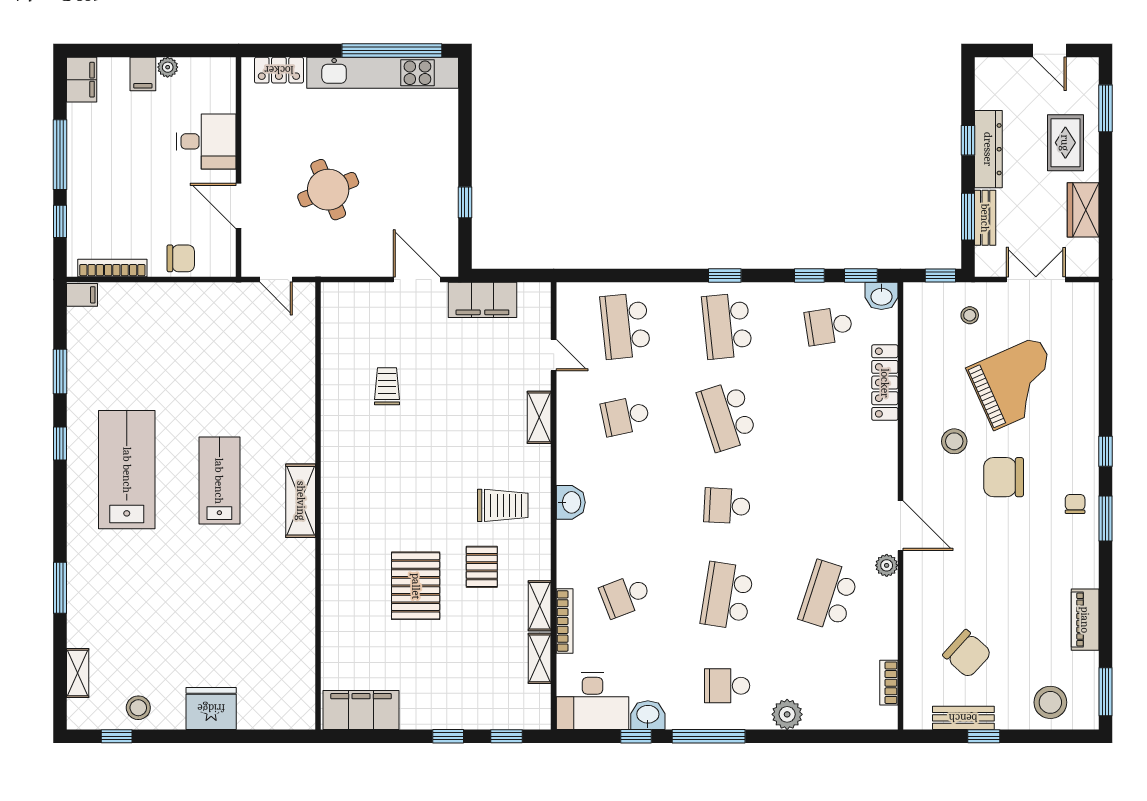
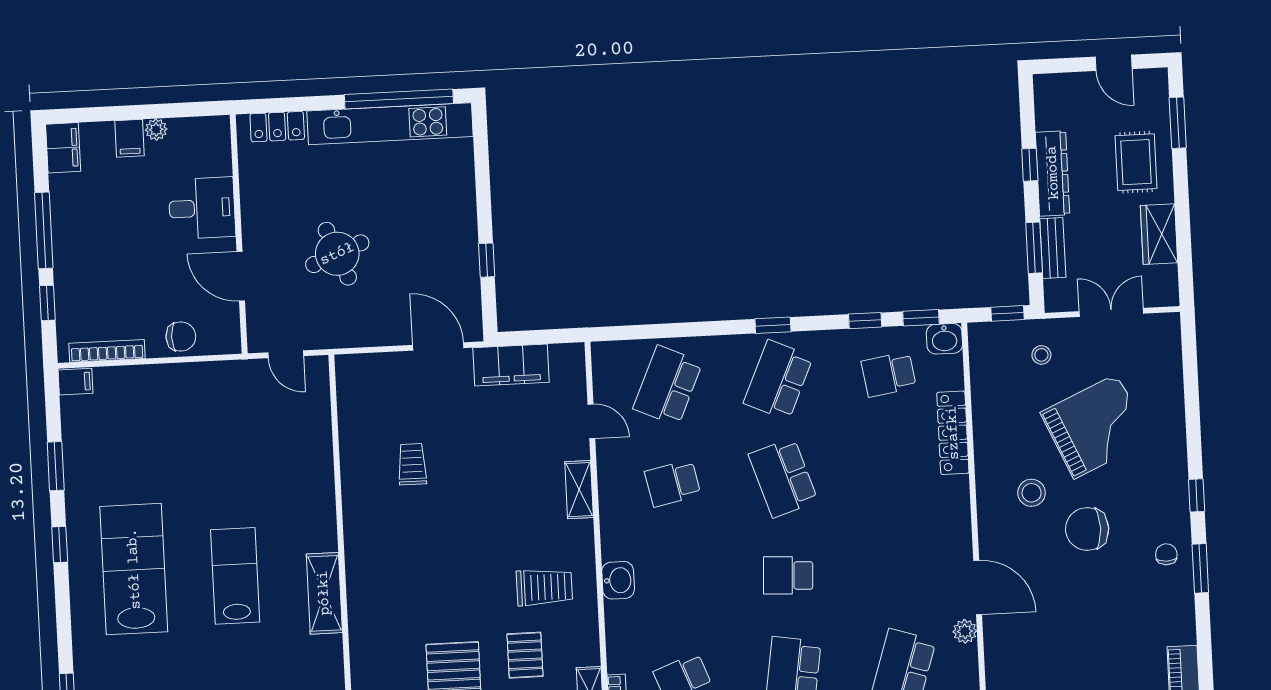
school desk: (625, 326) -> (668, 386), turned 30
school desk: (727, 326) -> (778, 380), turned 30

